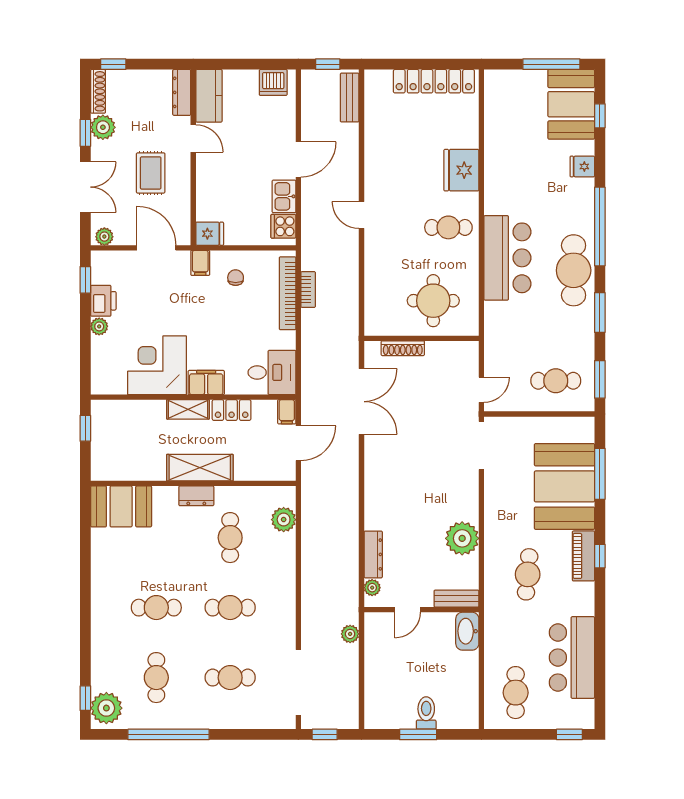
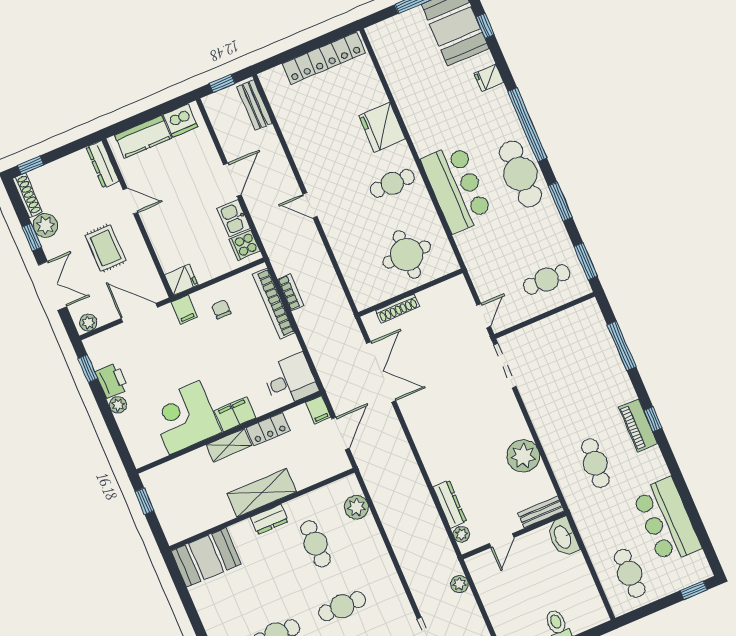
kitchen counter: (209, 96) -> (143, 137), moved, turned 90
booth: (565, 486) -> (595, 371), removed

